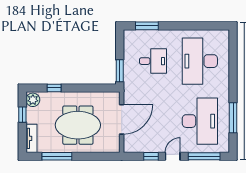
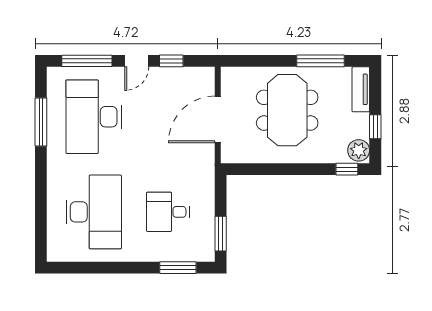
window: (120, 71) -> (221, 234), moved
window: (54, 88) -> (347, 169), moved
meeting table: (78, 125) -> (287, 110), turned 90

